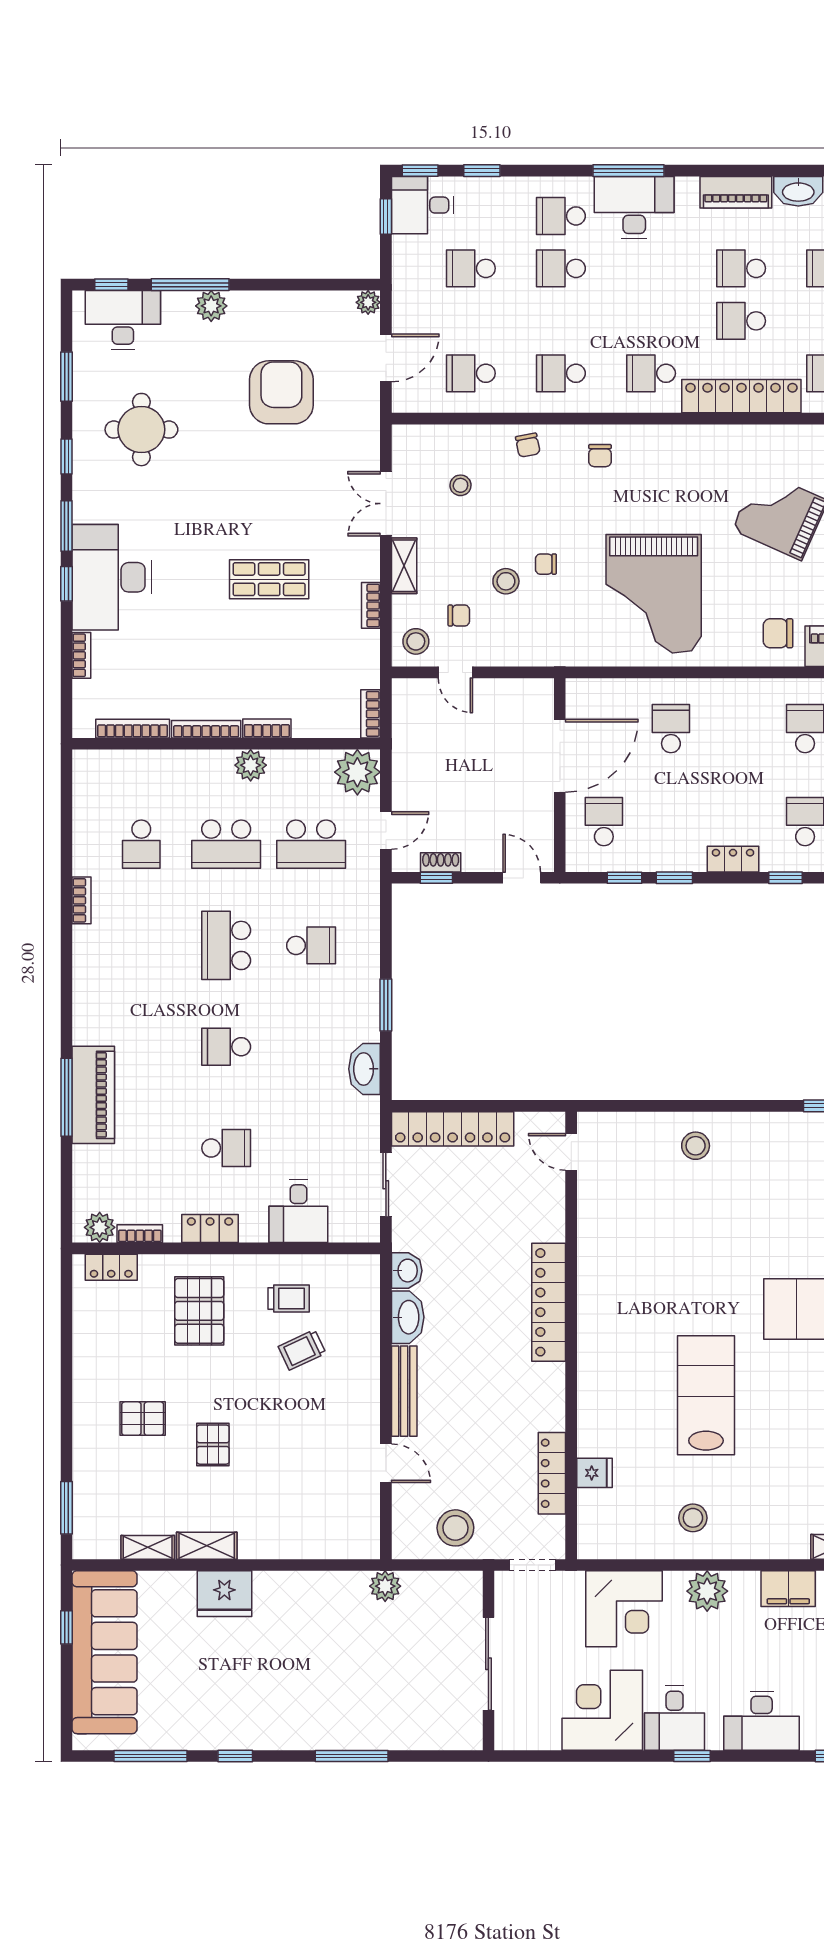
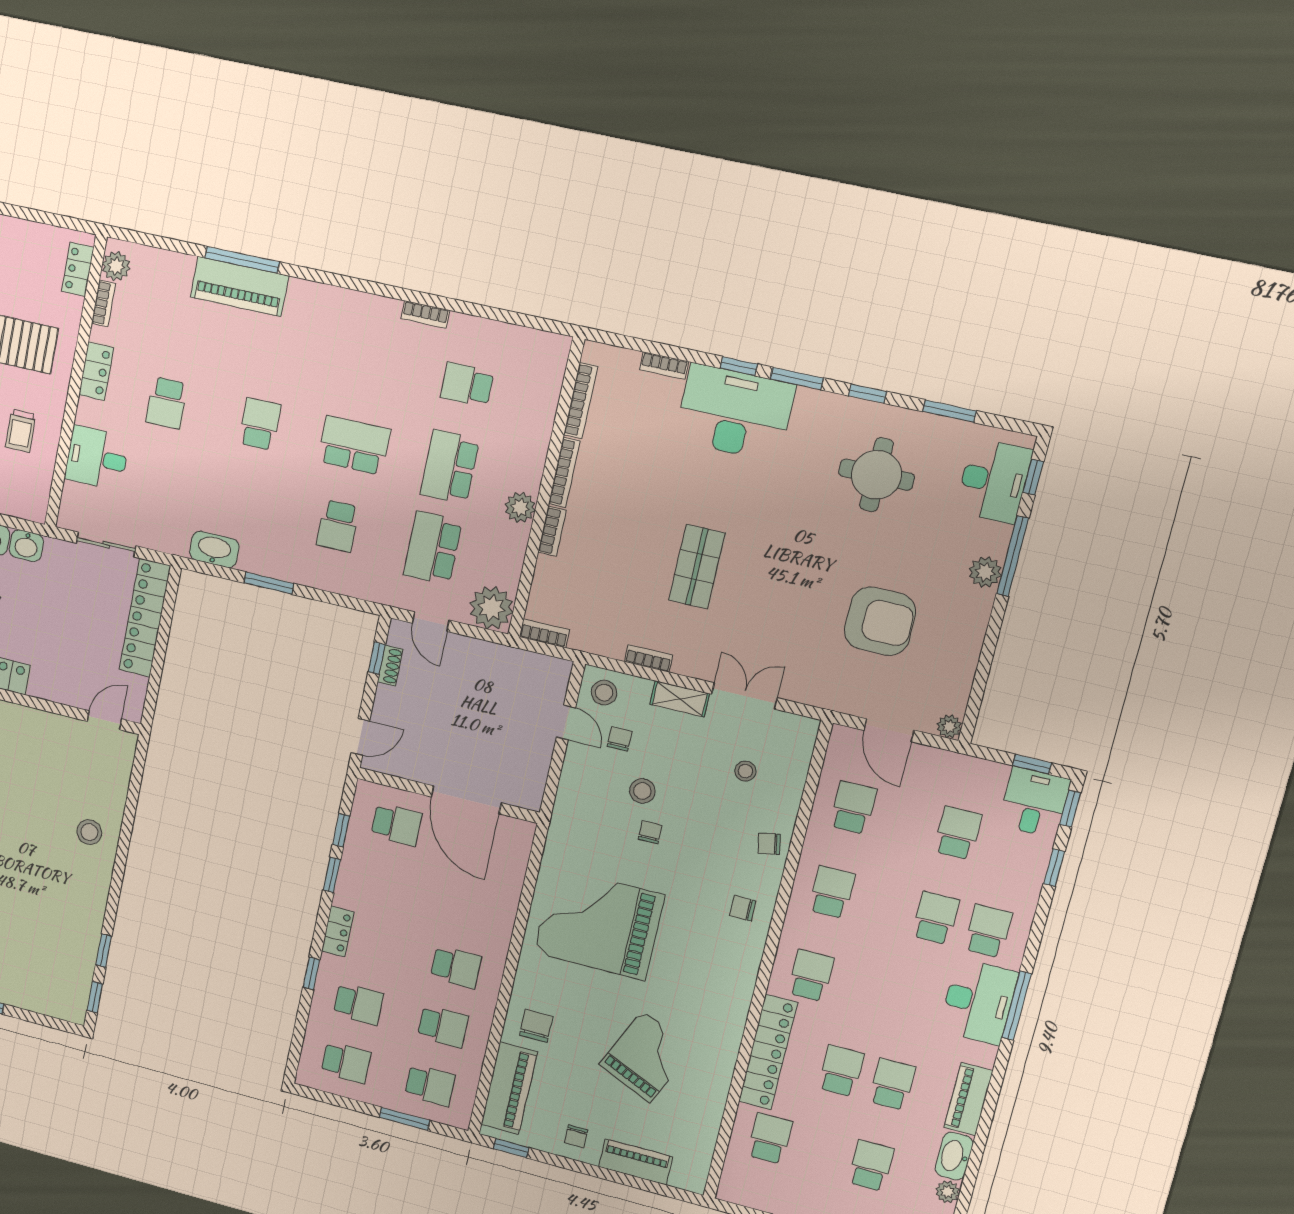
chair: (459, 616) -> (620, 739), turned 180
door: (455, 672) -> (566, 722), swing flipped
school desk: (671, 729) -> (456, 967), moved

